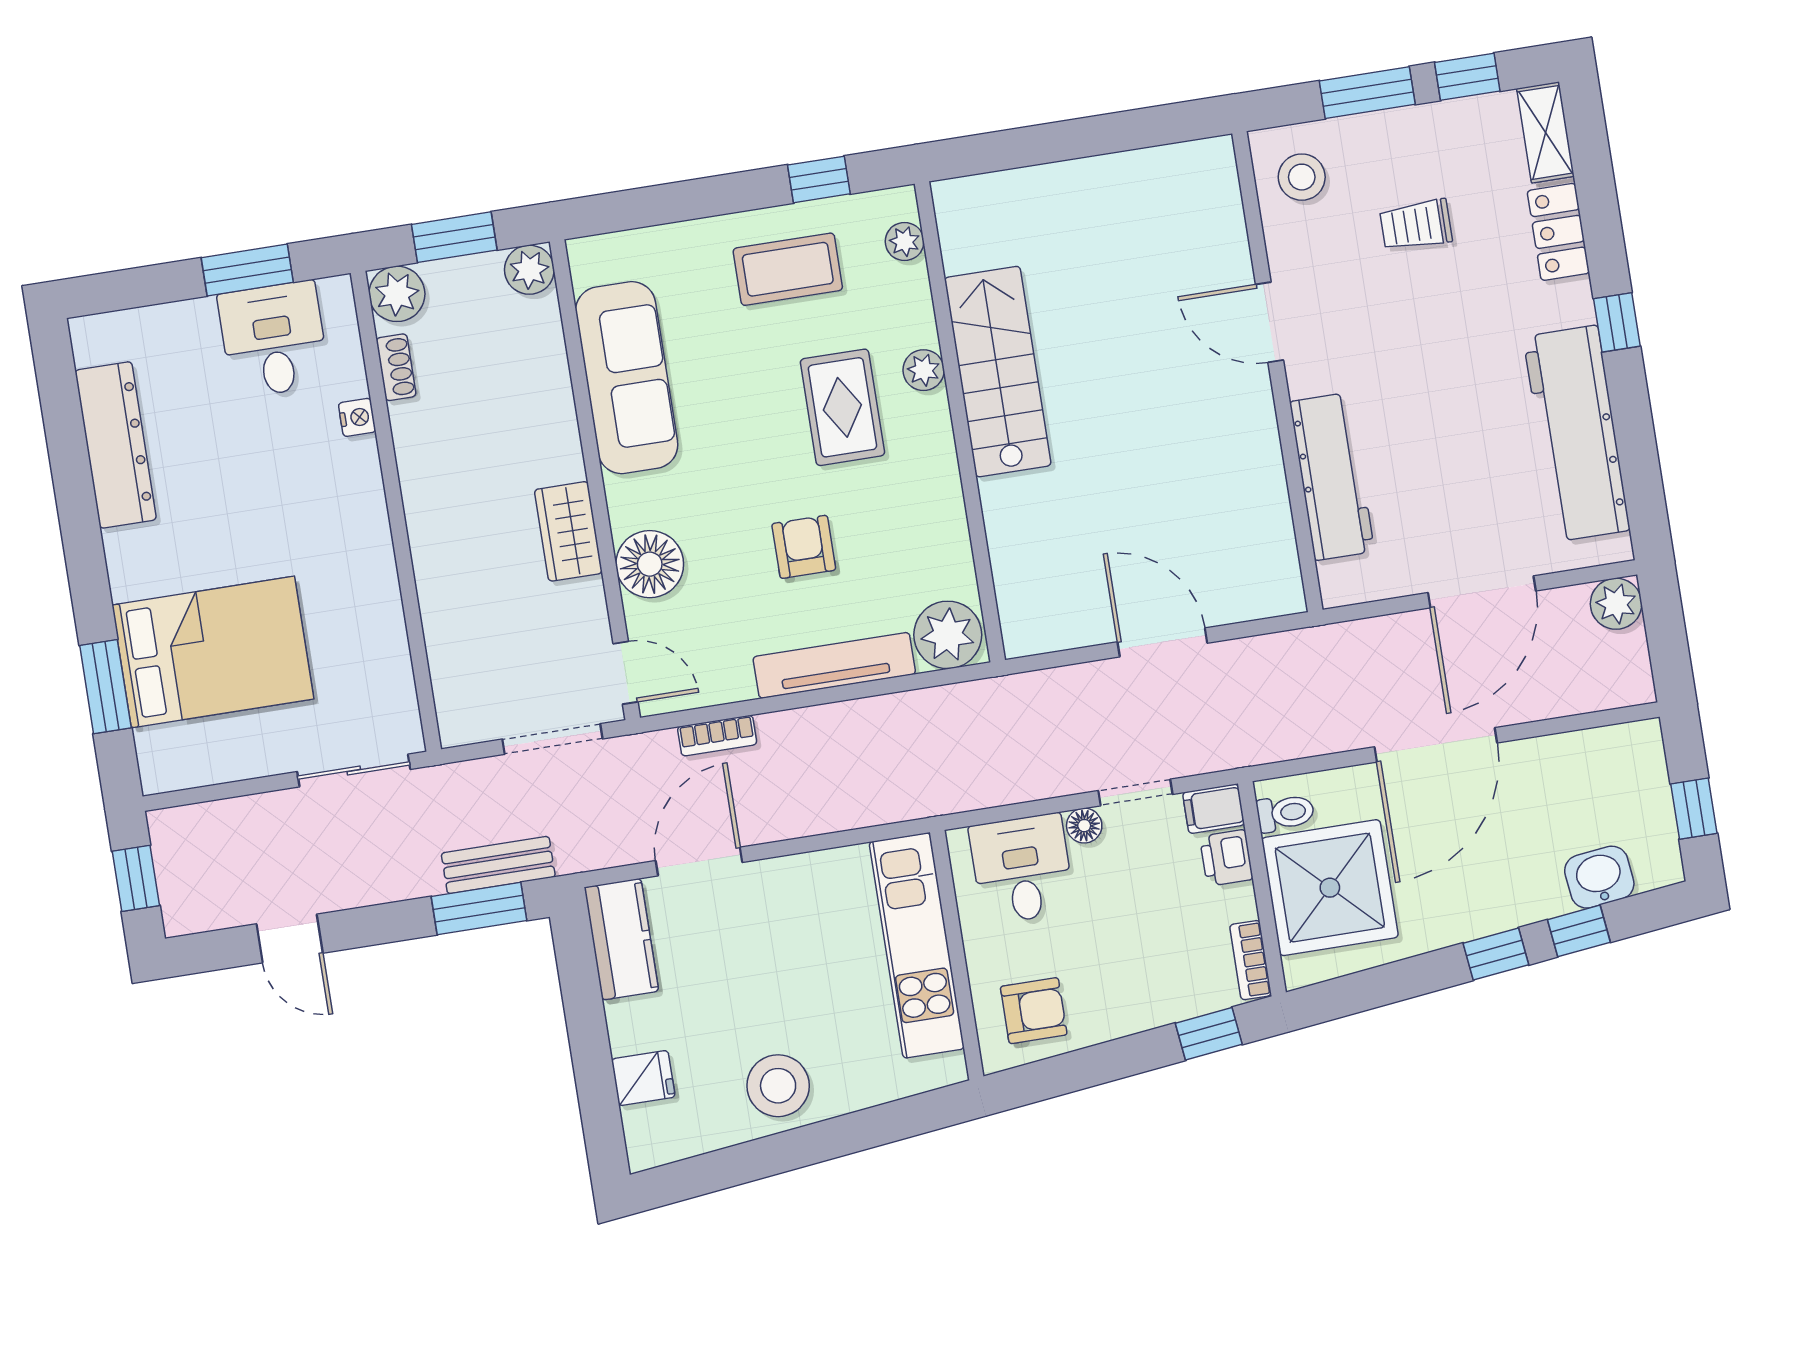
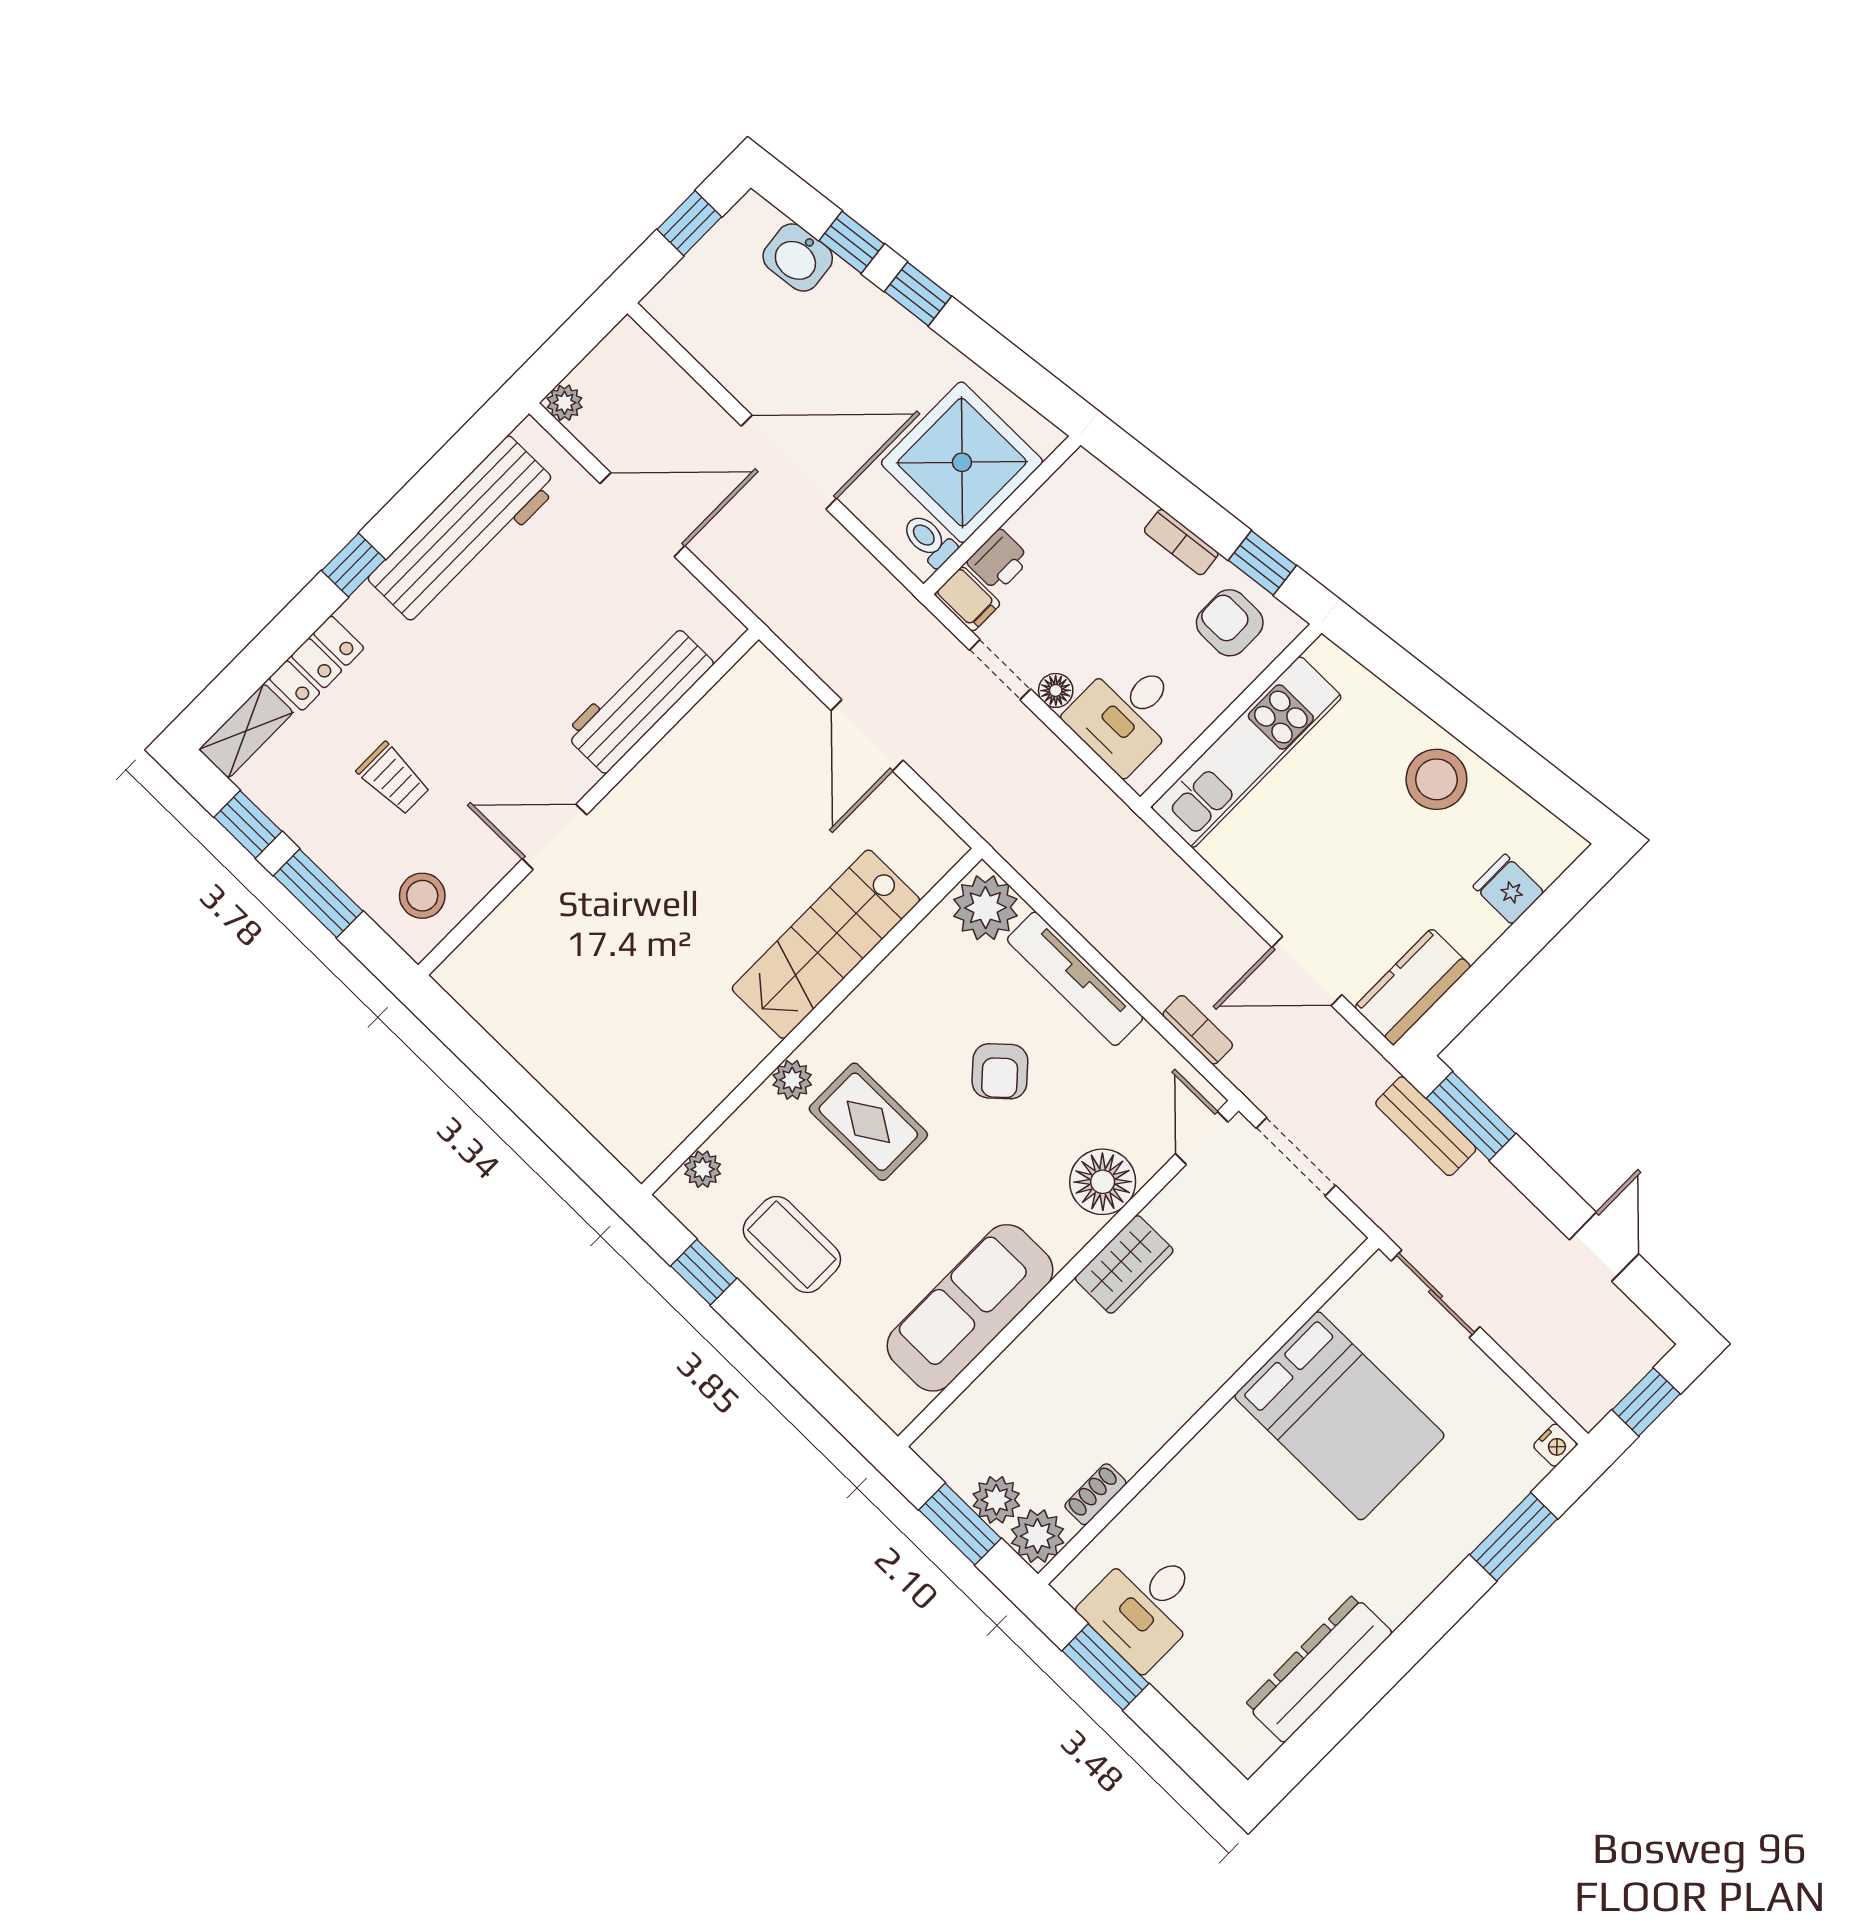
plant: (529, 270) -> (996, 1500), moved
door: (1269, 322) -> (554, 837), swing flipped
stairs: (998, 372) -> (826, 944), moved
rug: (842, 407) -> (868, 1122), turned 90
nightstand: (357, 417) -> (1555, 1445), moved, turned 180
armchair: (804, 547) -> (1000, 1071), turned -42
plant: (1616, 604) -> (564, 403), width x0.73, depth x0.73
bed: (213, 652) -> (1339, 1416), moved, turned 180
bookcase: (1251, 960) -> (1181, 542), moved, turned 83
window: (1209, 1034) -> (1262, 563), moved

